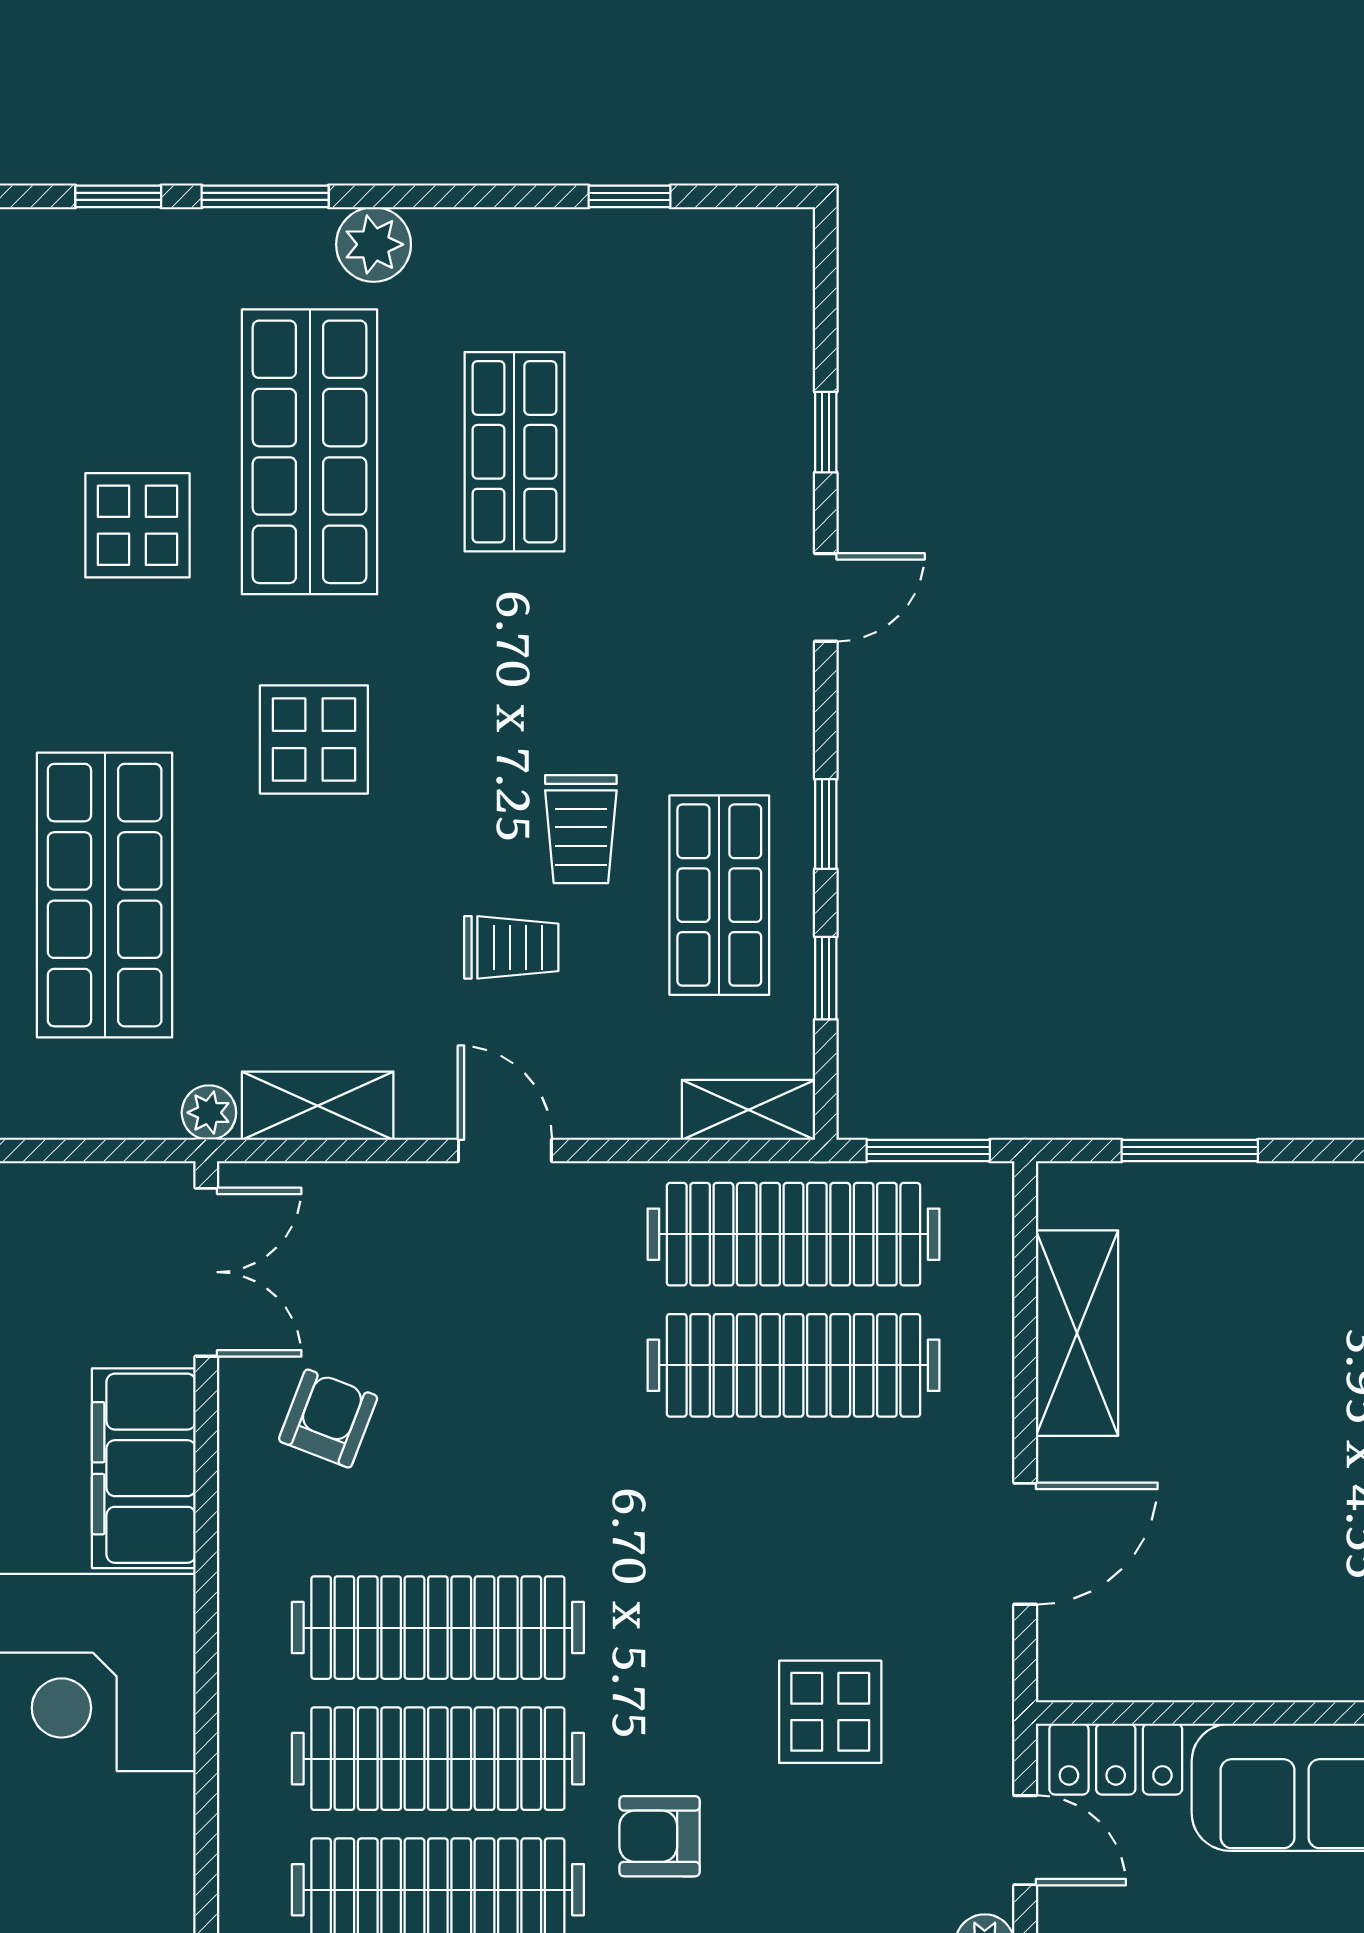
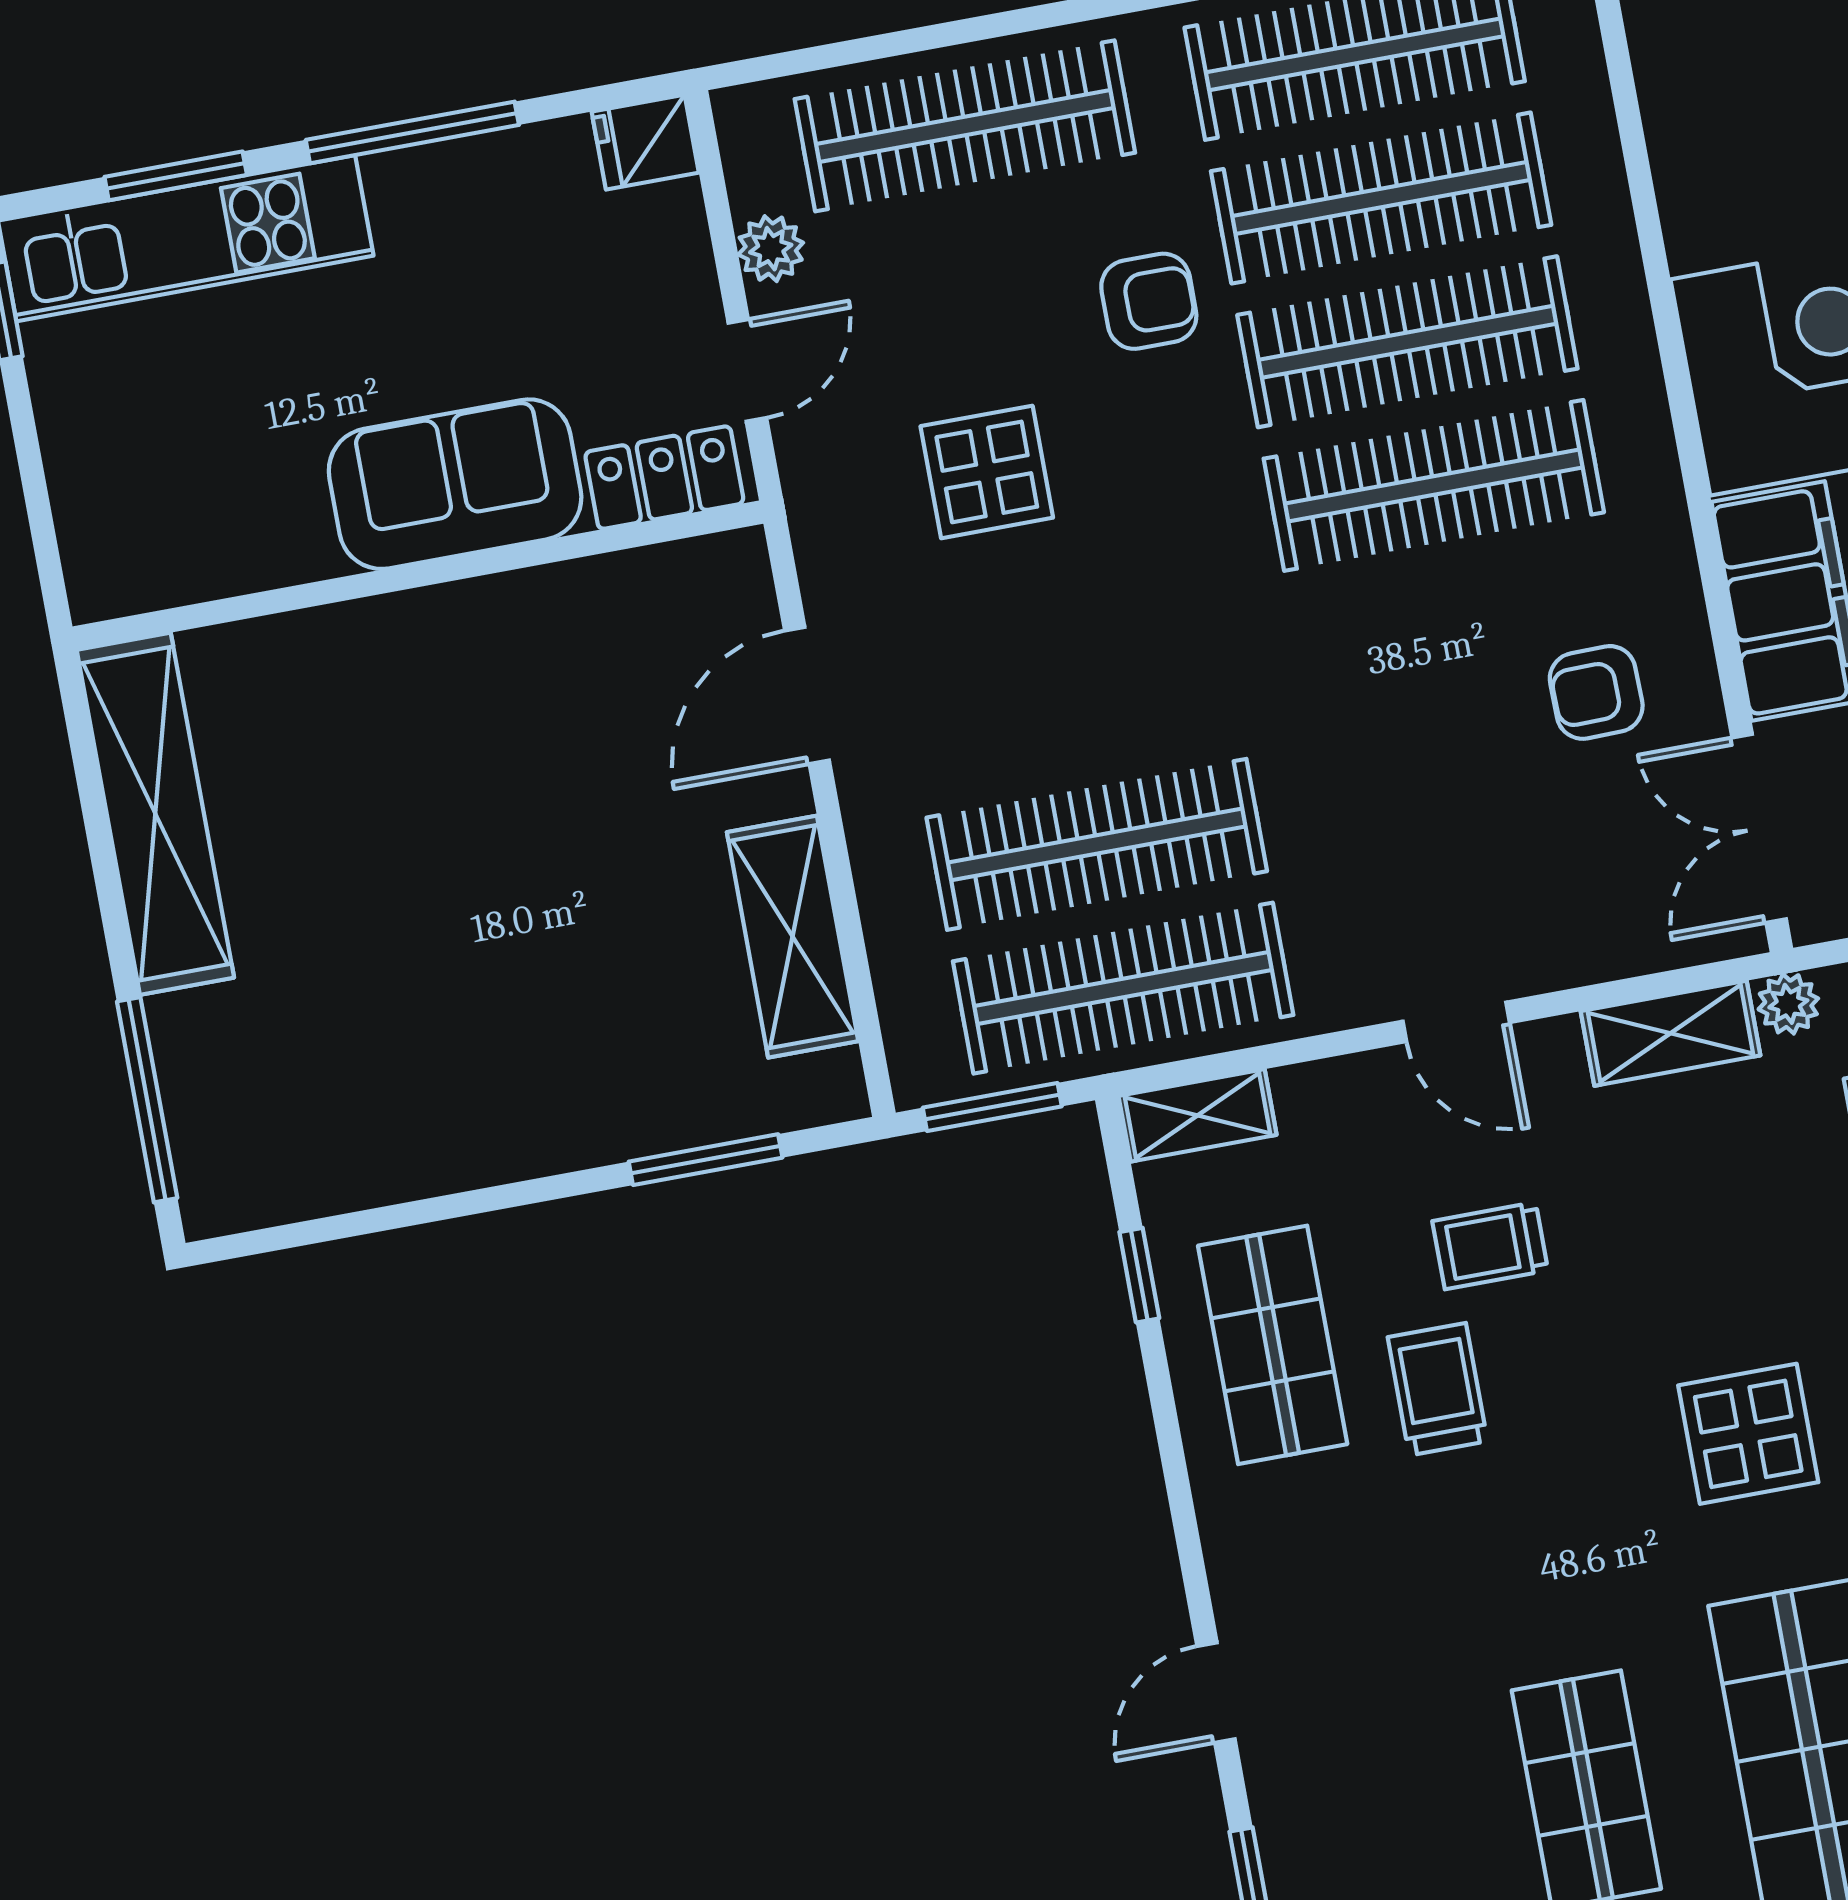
window: (826, 824) -> (1170, 1444), removed
armchair: (328, 1419) -> (1596, 692), turned 68
door: (1025, 1840) -> (747, 370), swing flipped

